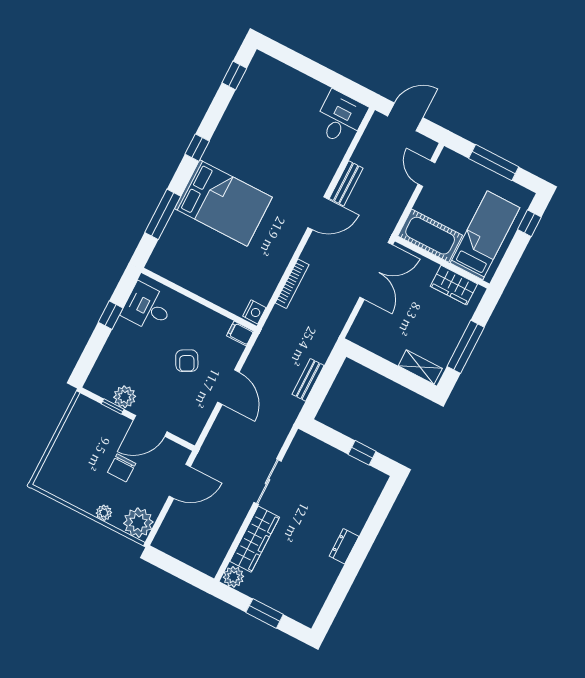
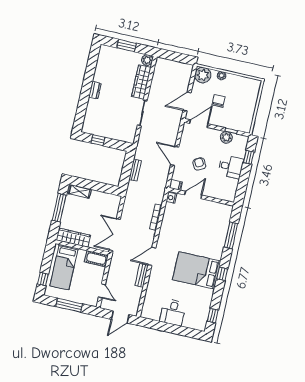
desk: (340, 118) -> (173, 312), moved
bed: (223, 203) -> (197, 270), moved
cot: (430, 236) -> (96, 259), width x0.73, depth x0.75
wardrobe: (454, 285) -> (73, 238), width x1.50
desk: (147, 307) -> (231, 167), moved
door: (213, 307) -> (193, 195), added
window: (111, 315) -> (249, 157), moved
door: (150, 426) -> (199, 124), moved

